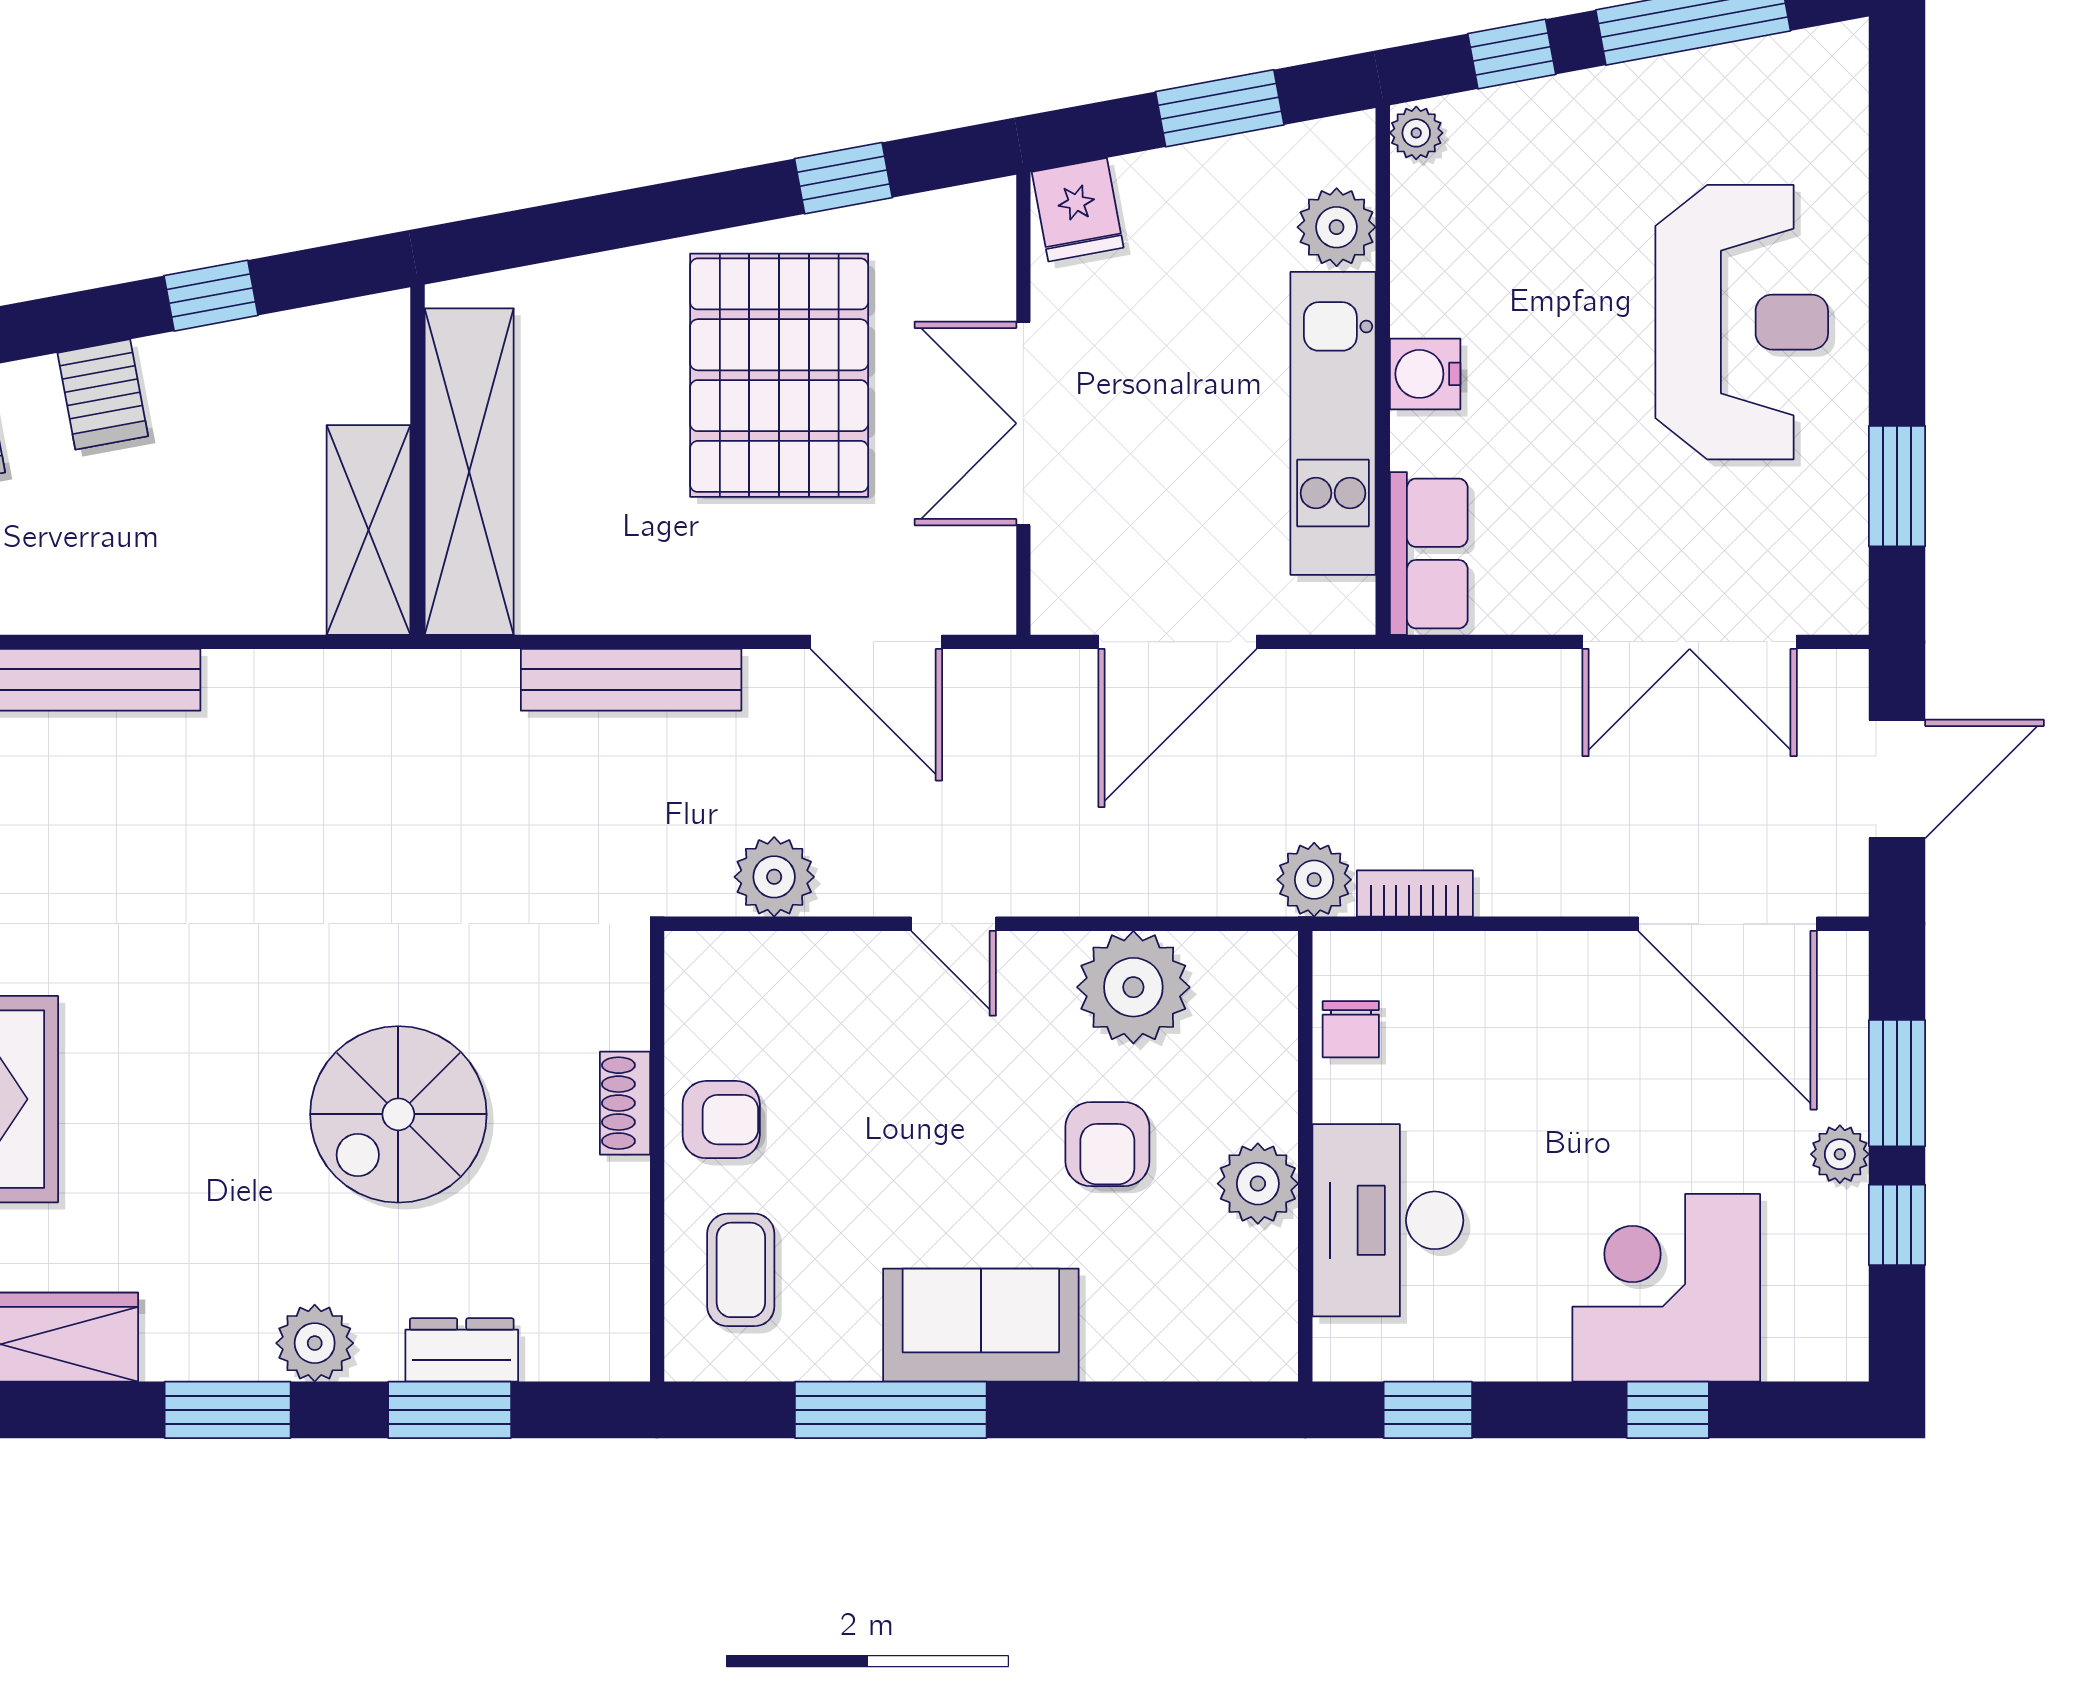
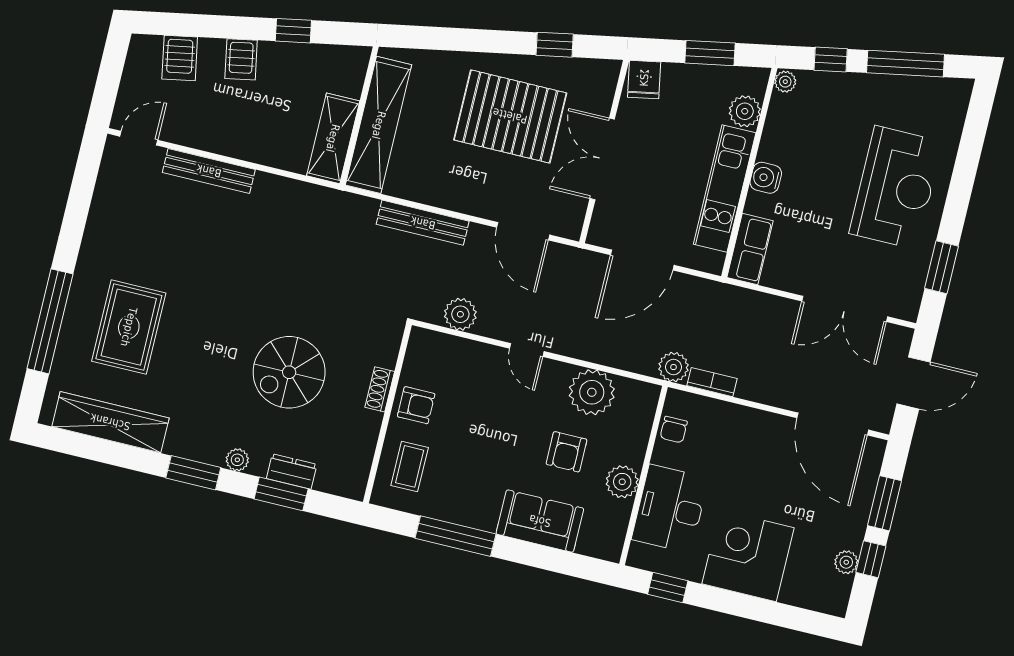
pallet: (779, 375) -> (510, 116), turned 90
plant: (1840, 1154) -> (846, 562), moved
corner desk: (1666, 1288) -> (748, 556), moved
sofa: (981, 1325) -> (540, 521), moved
plant: (315, 1343) -> (237, 460), width x0.73, depth x0.73
window: (1668, 1410) -> (763, 610), removed

